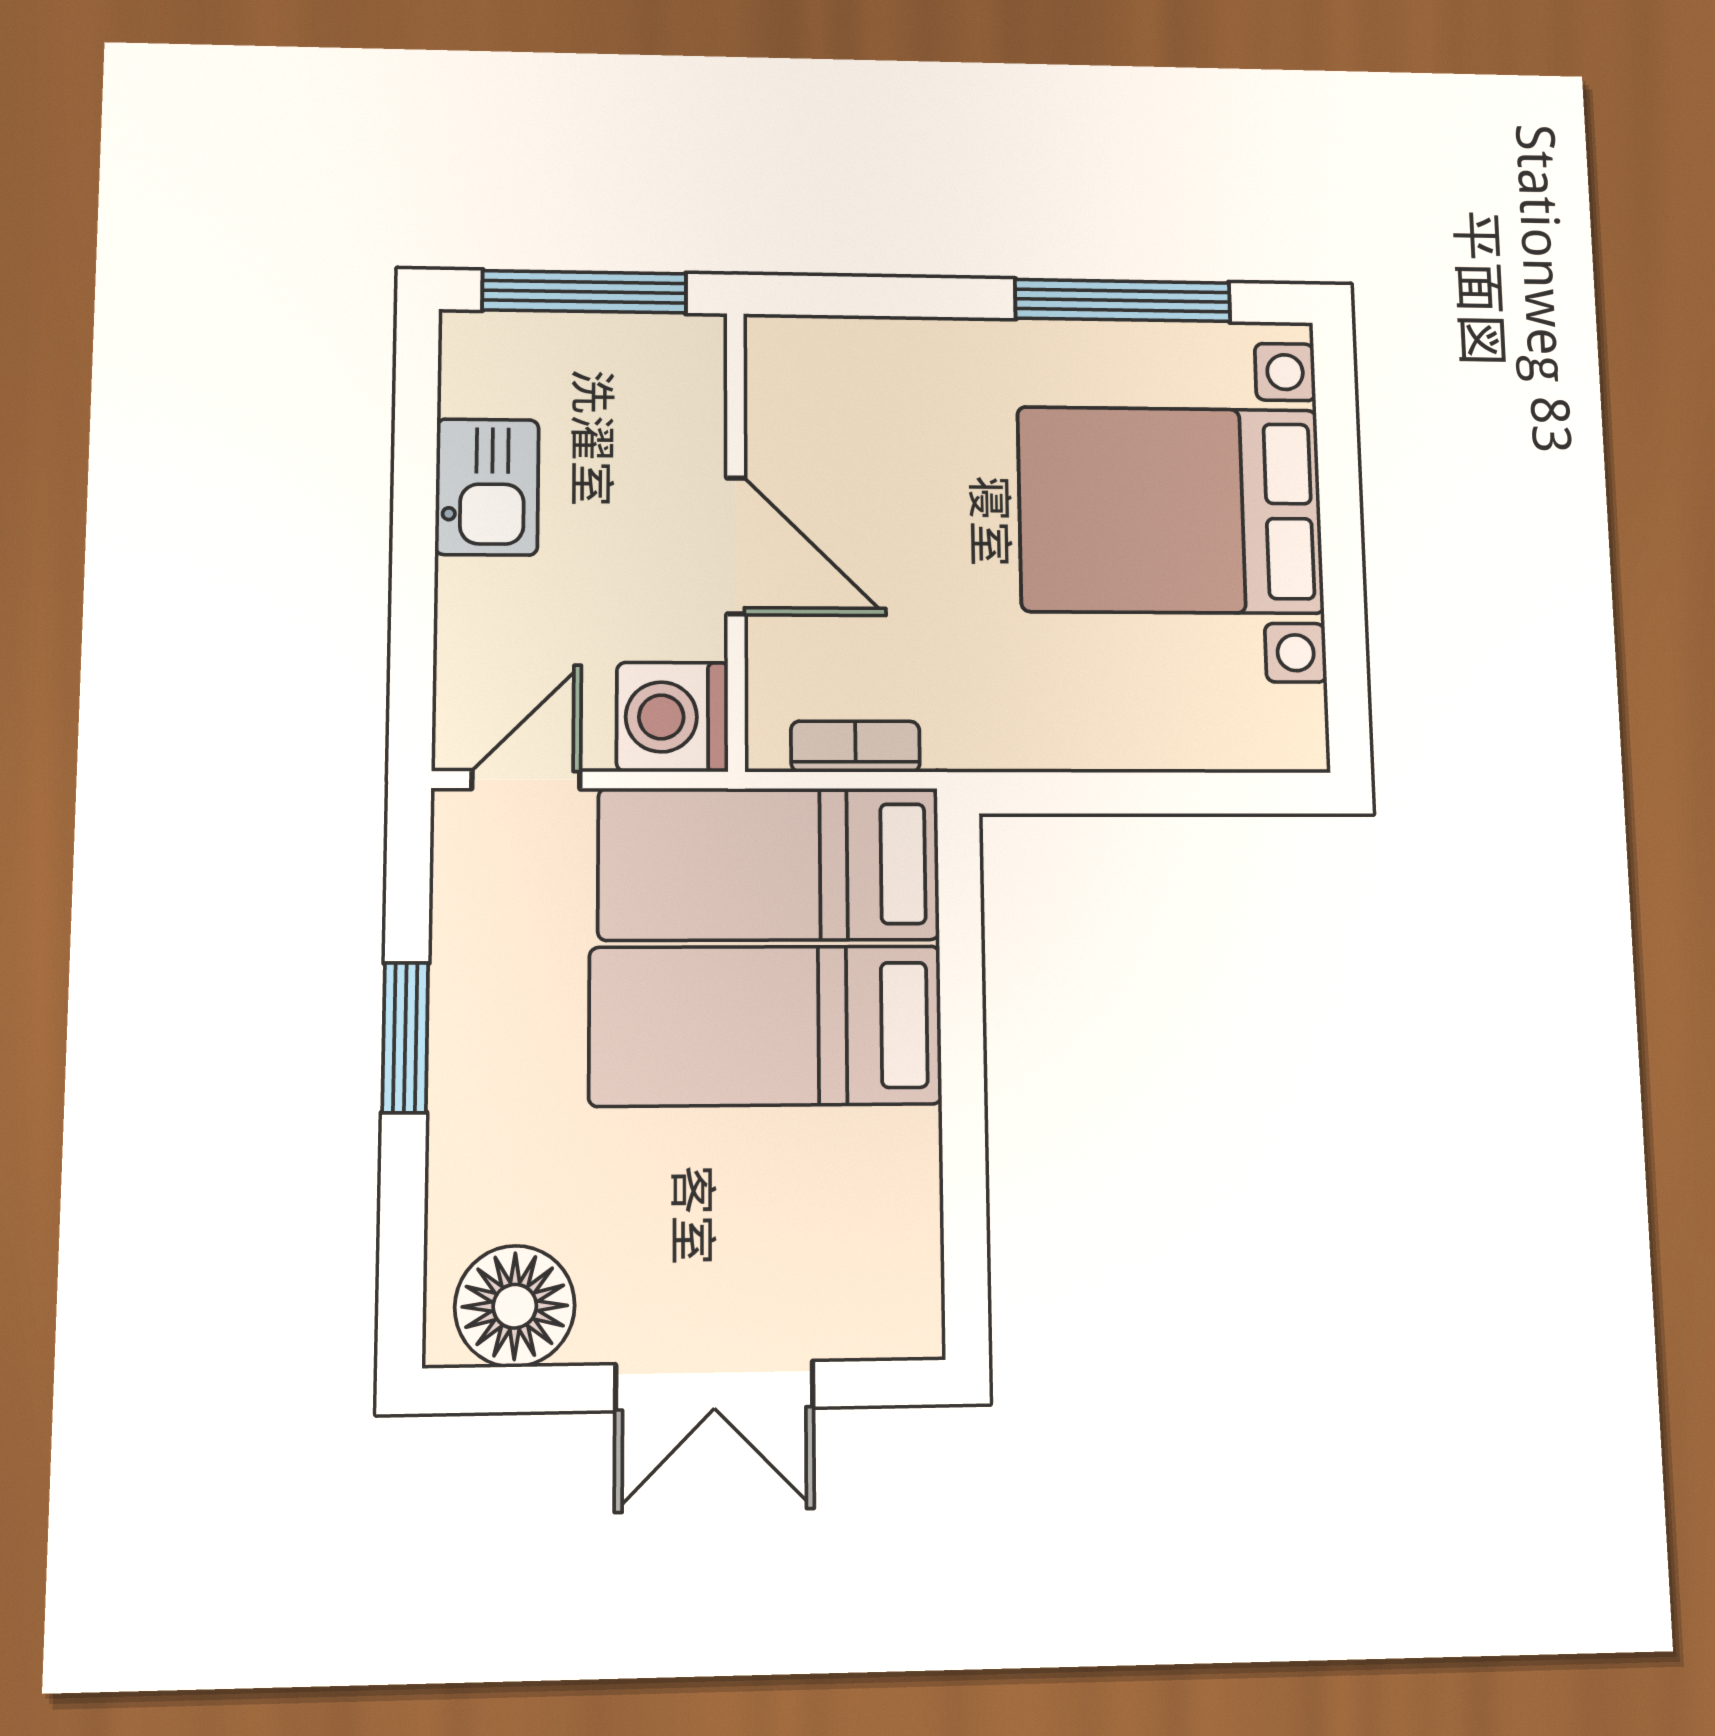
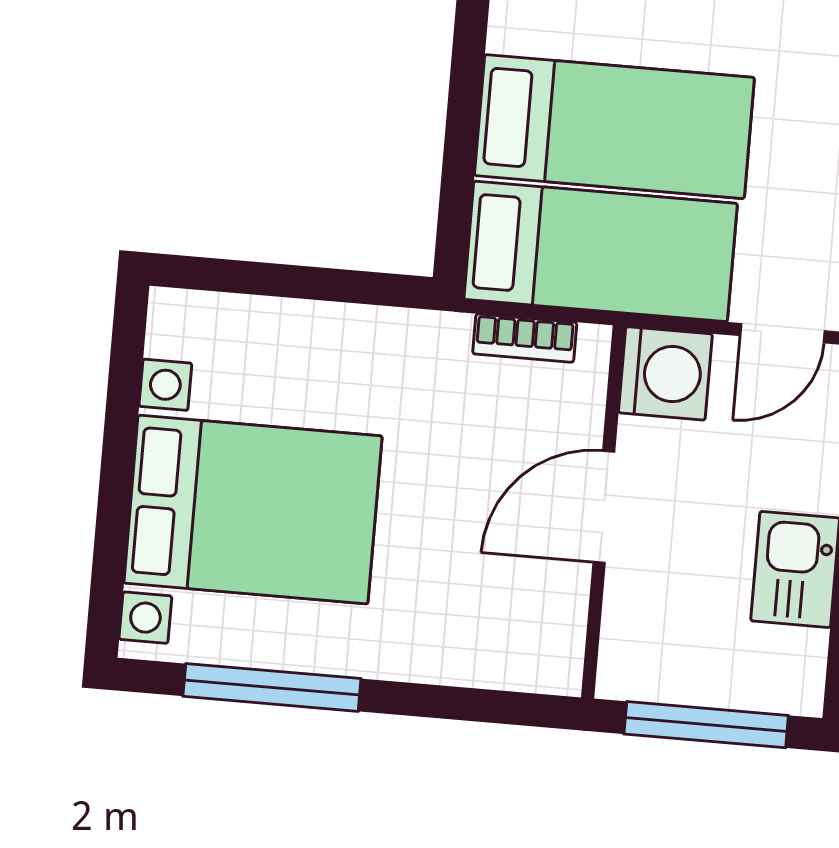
door: (736, 546) -> (604, 507), hinge flipped

